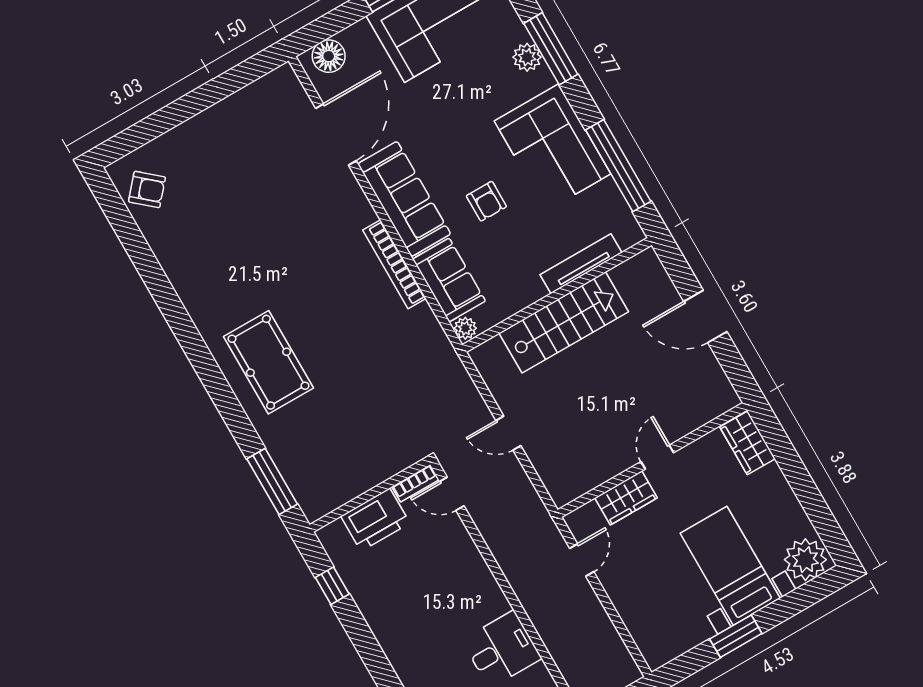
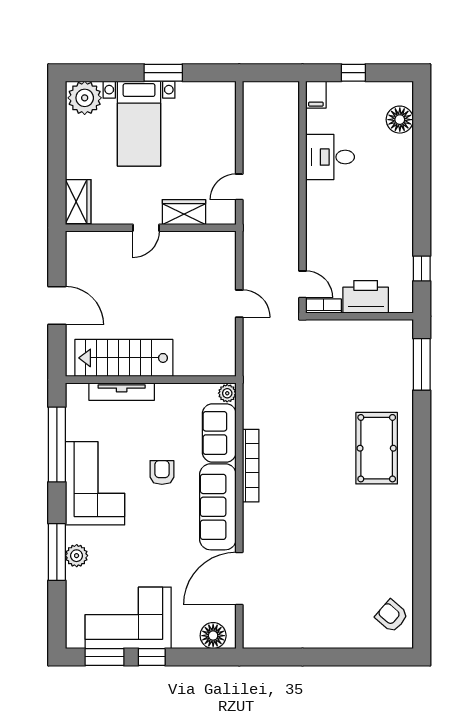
stairs: (564, 322) -> (124, 358), moved

